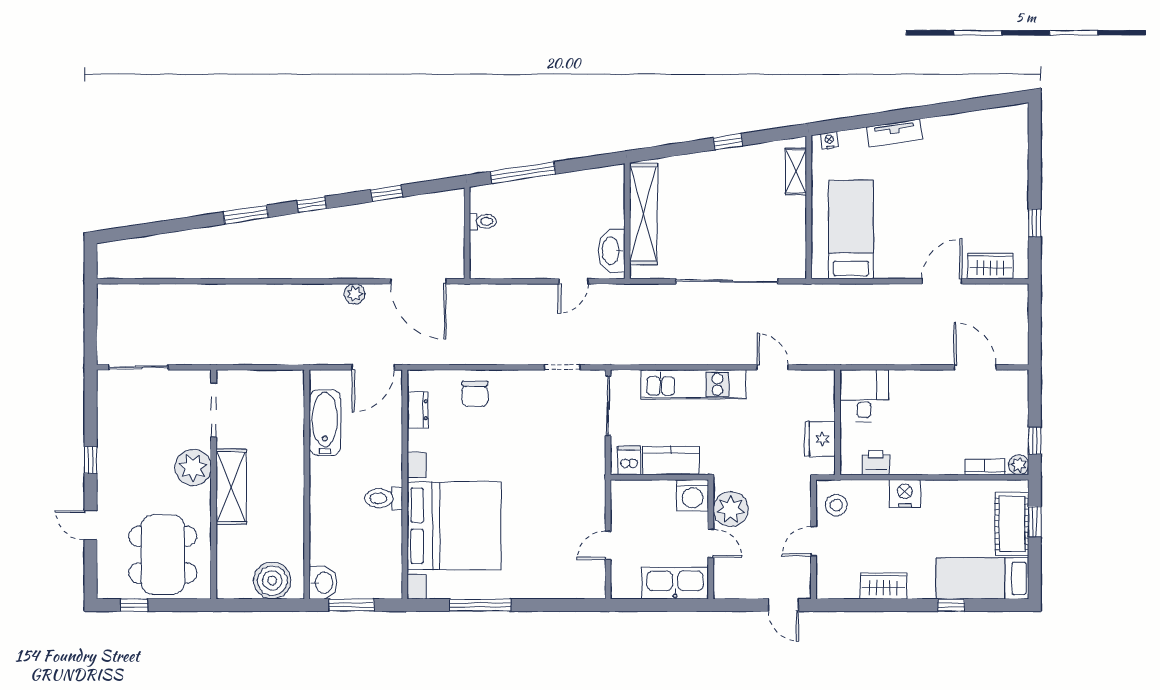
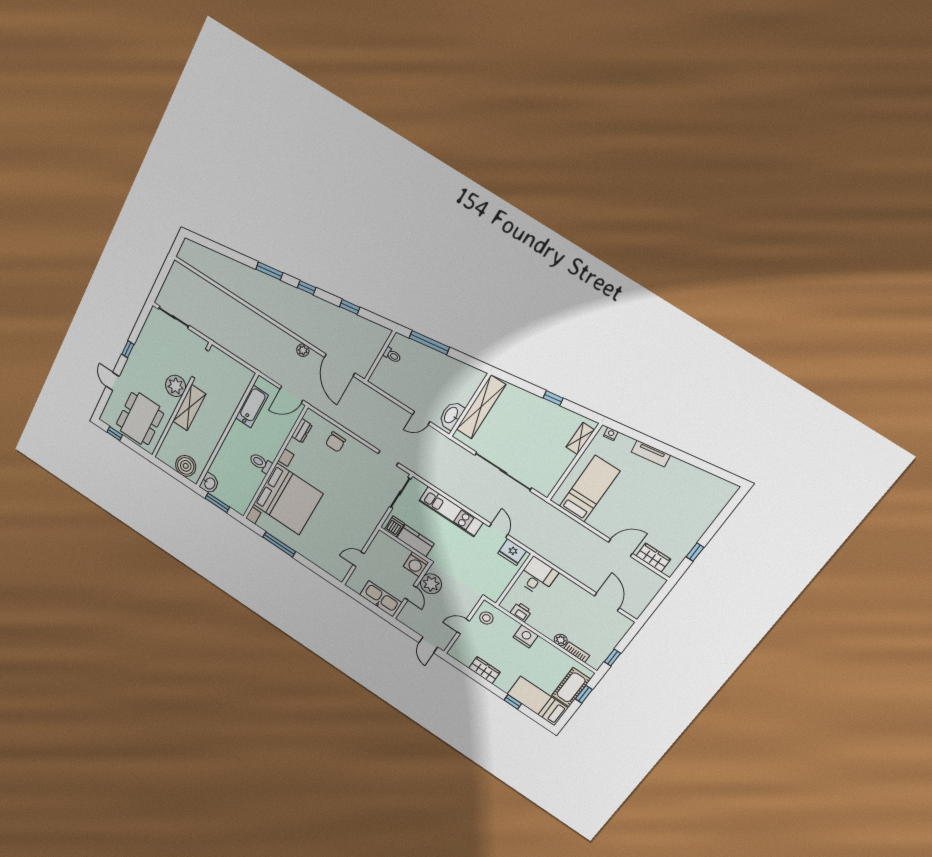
fridge: (820, 439) -> (512, 552), moved, turned -90
plant: (1019, 465) -> (561, 640), moved

